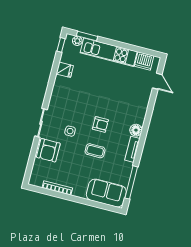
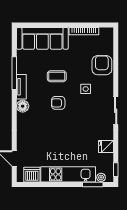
sliding door: (41, 123) -> (116, 111), moved
window: (131, 182) -> (14, 73), moved
sofa: (106, 193) -> (42, 38), width x1.36

